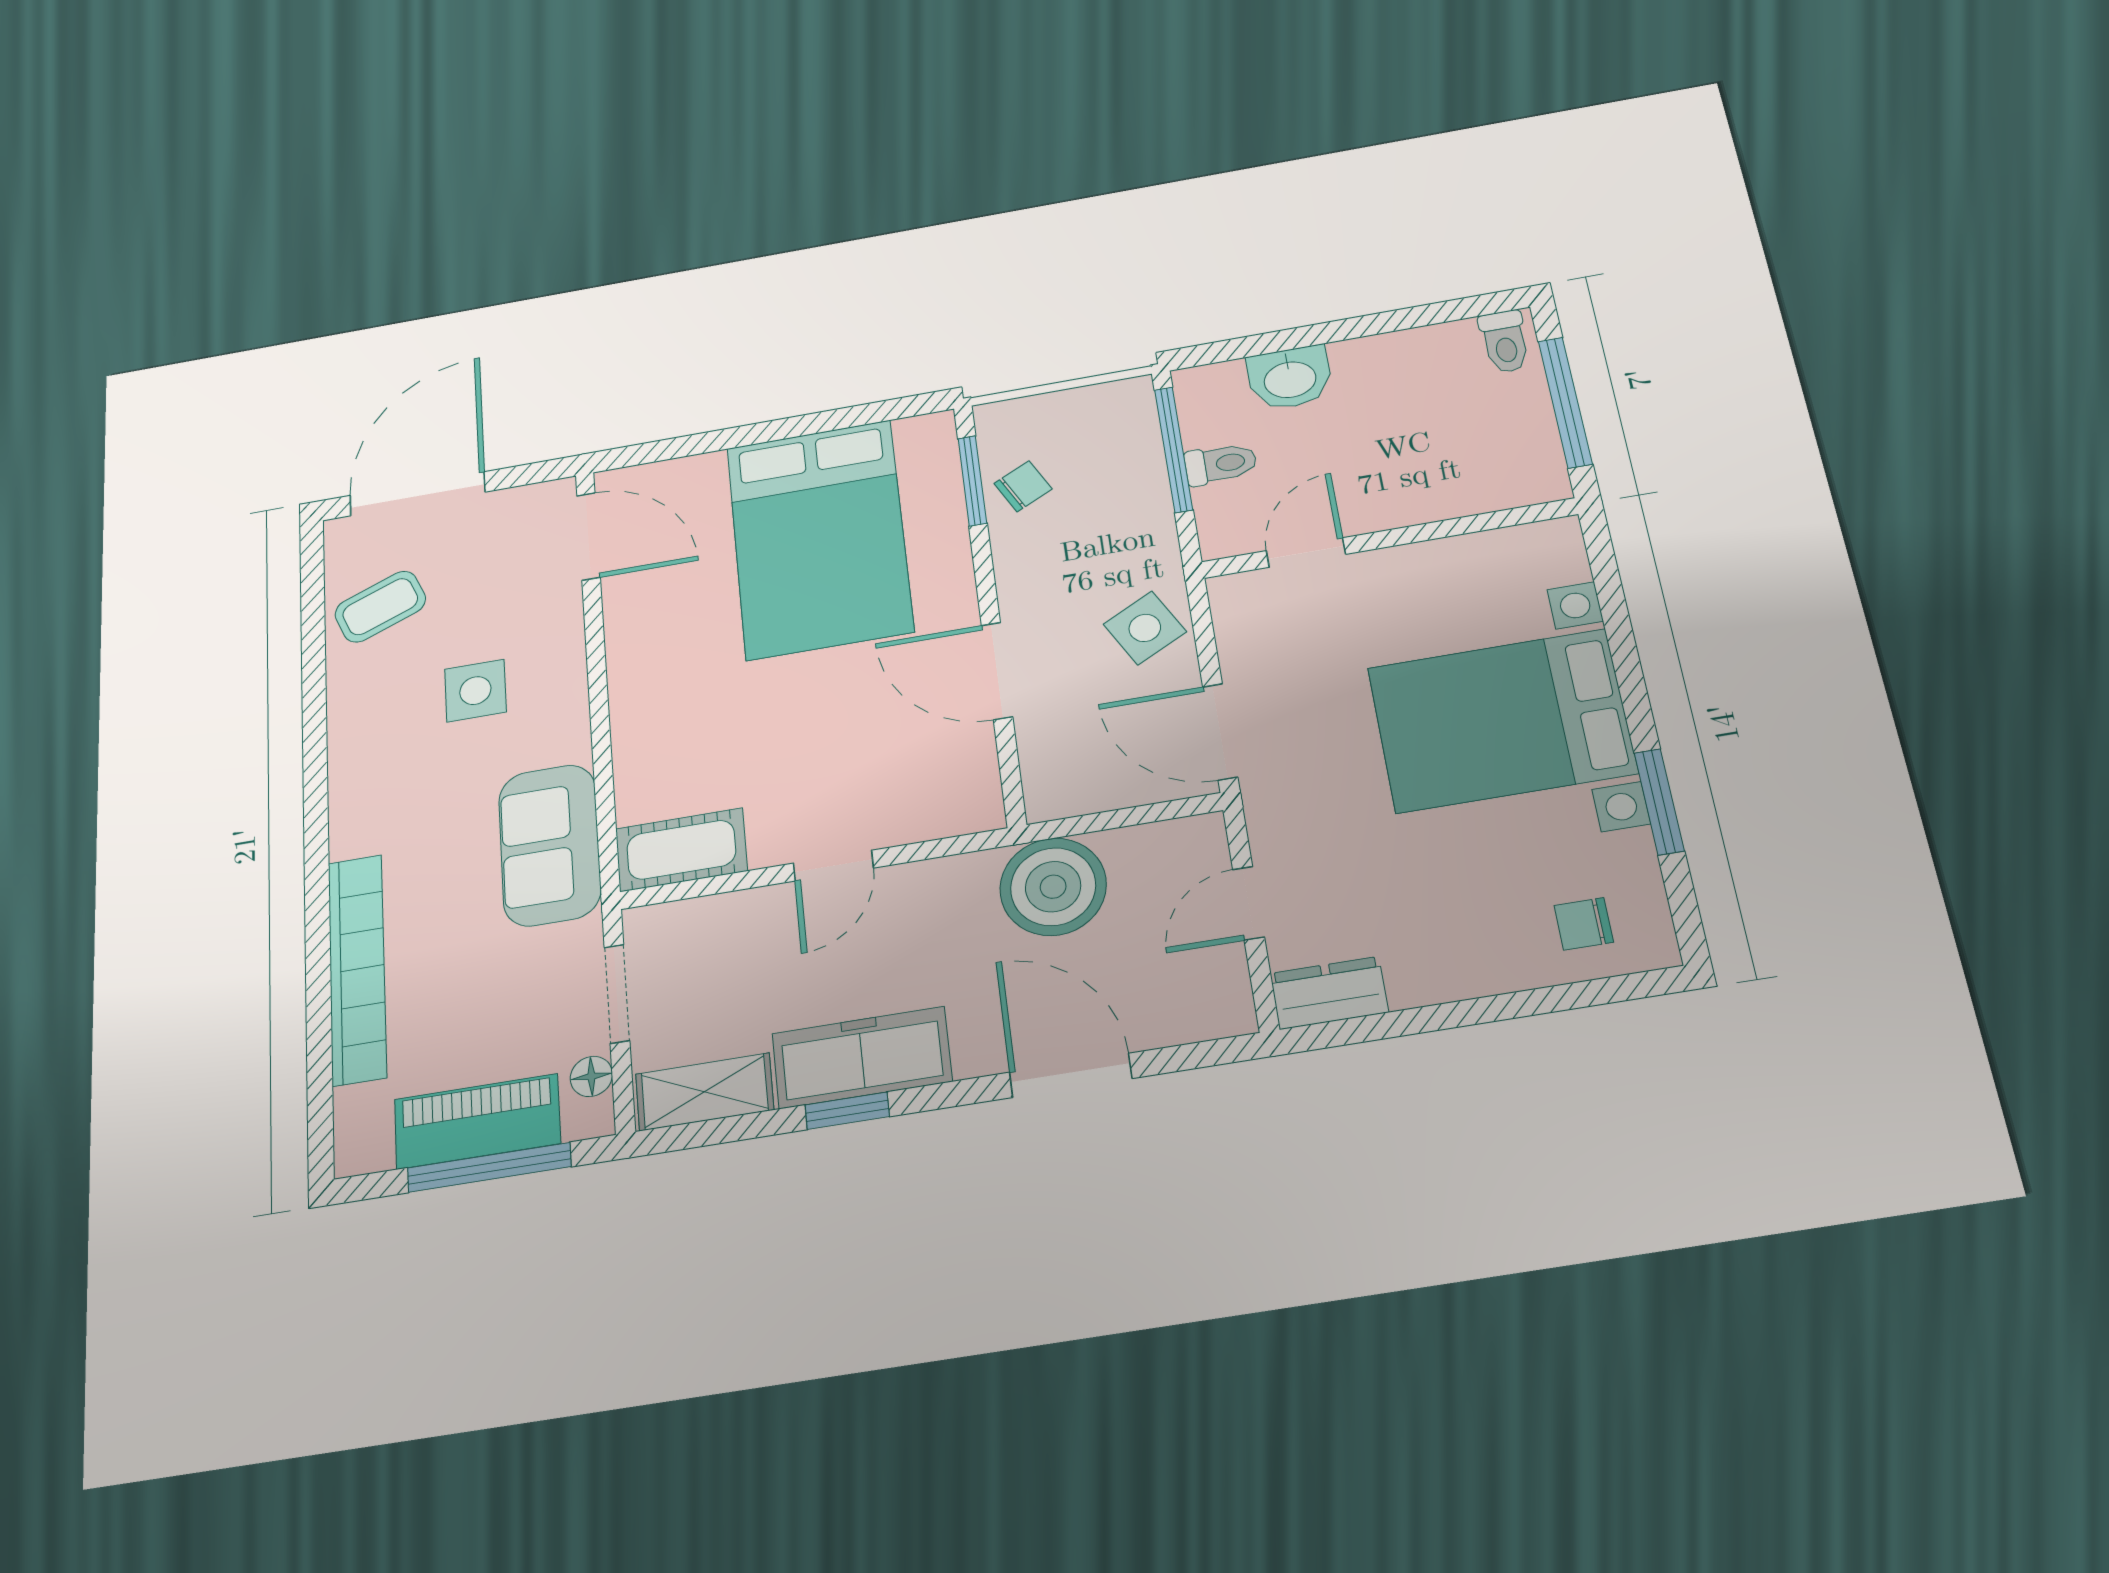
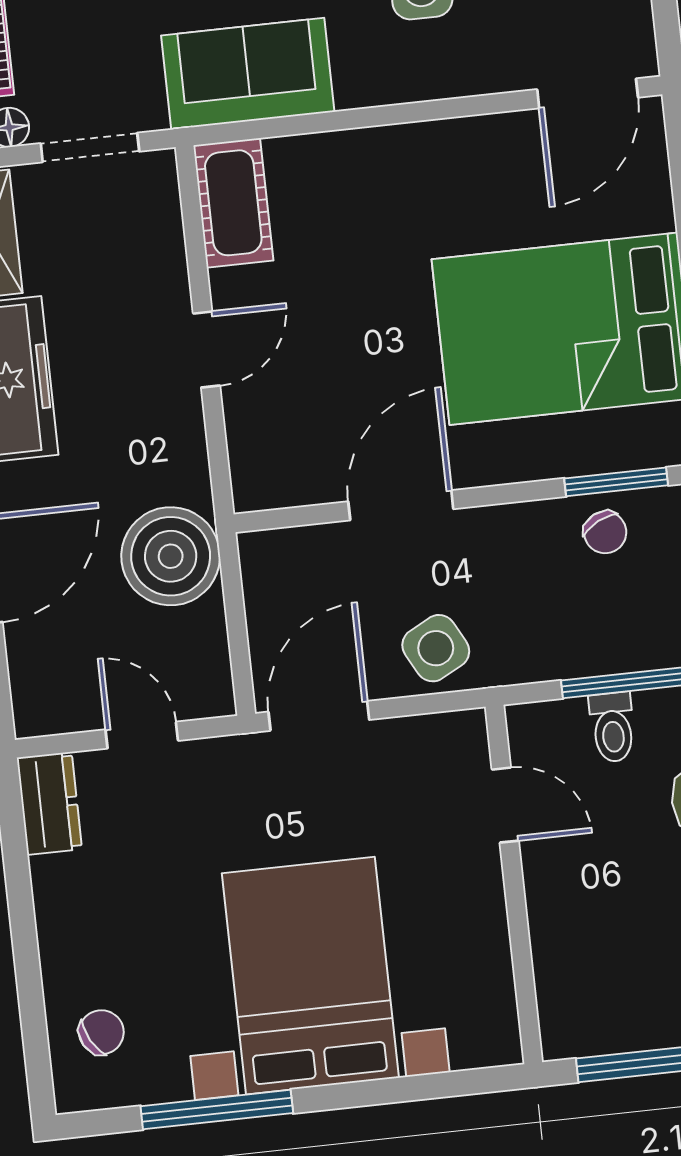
window: (1659, 802) -> (217, 1110), width x1.44
door: (833, 866) -> (207, 350), swing flipped
chair: (1584, 924) -> (101, 1032), turned 61

